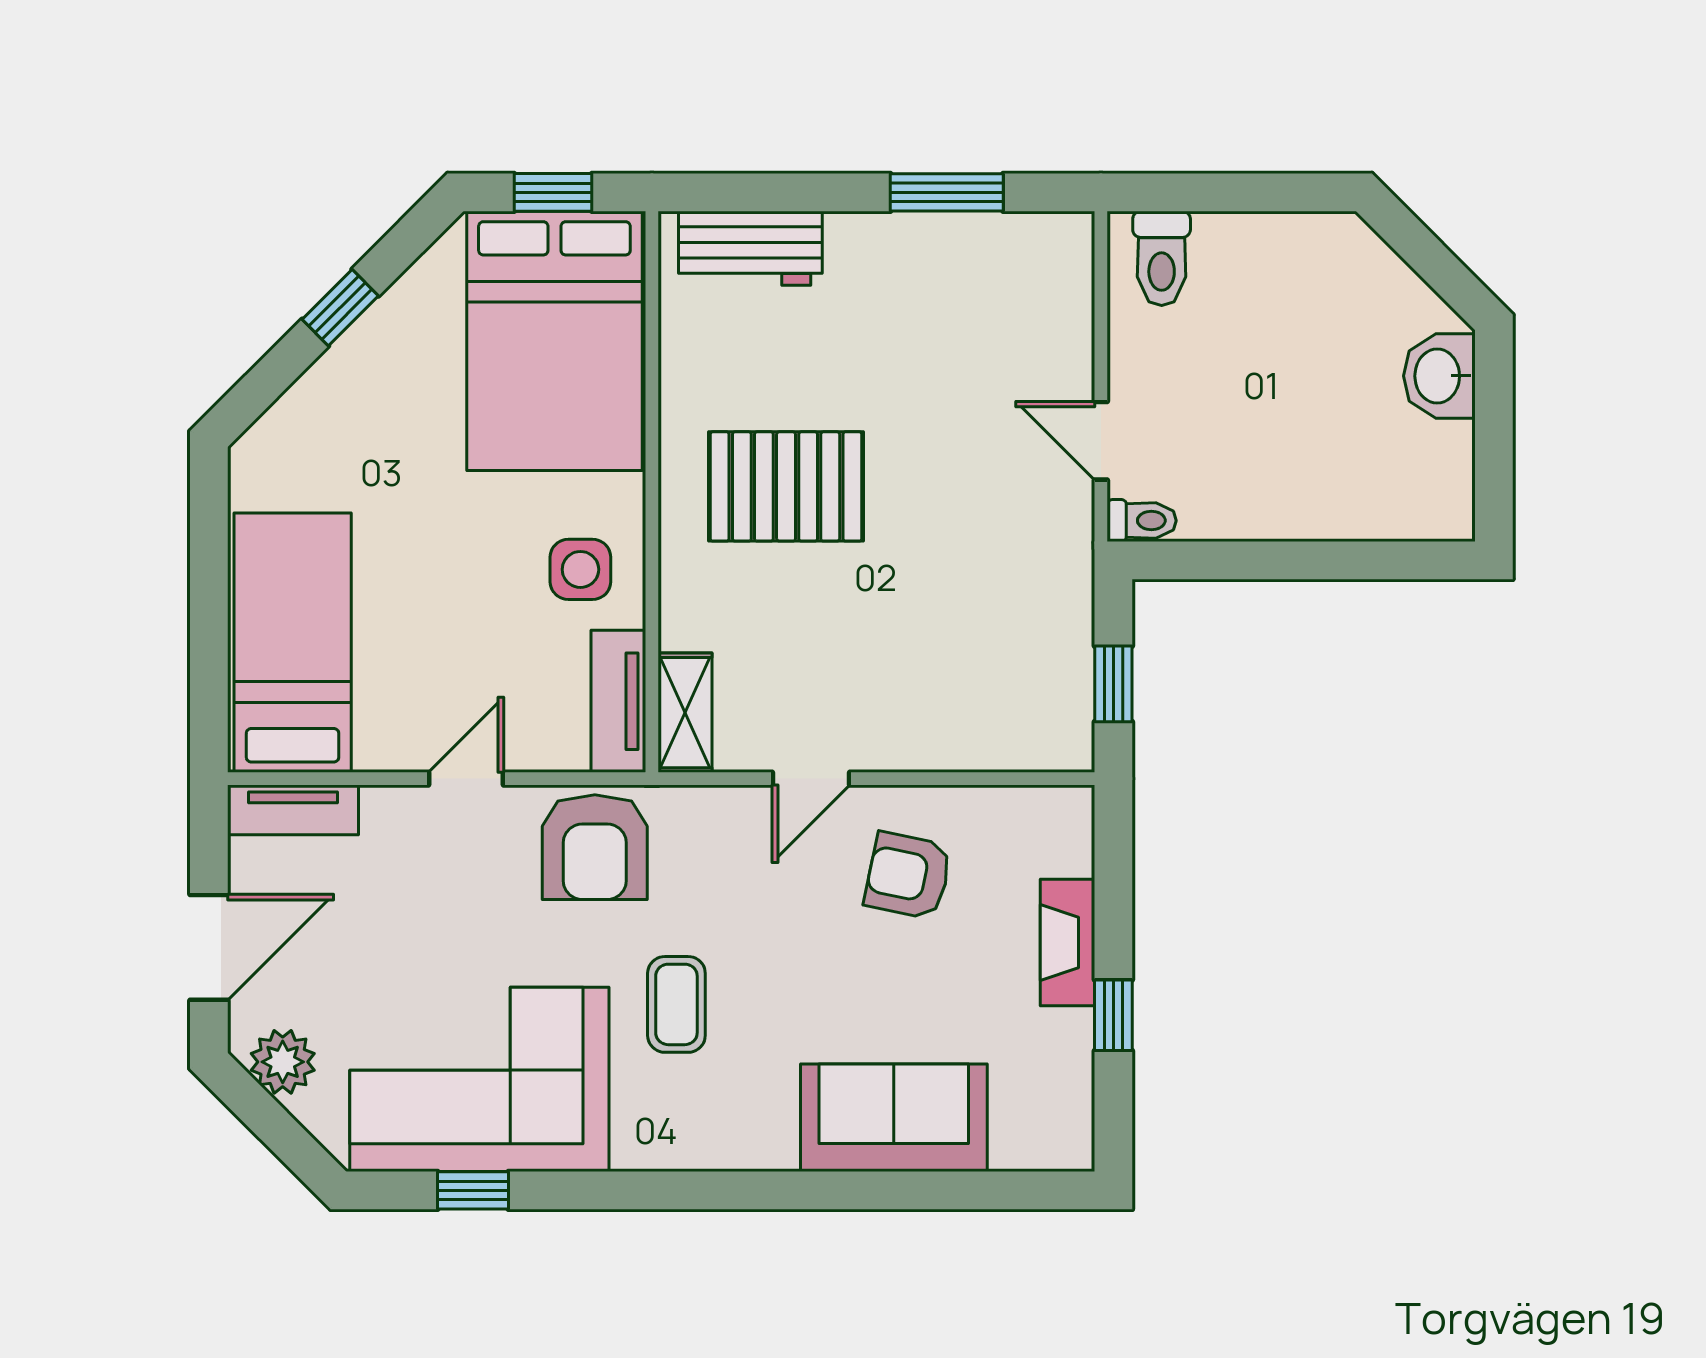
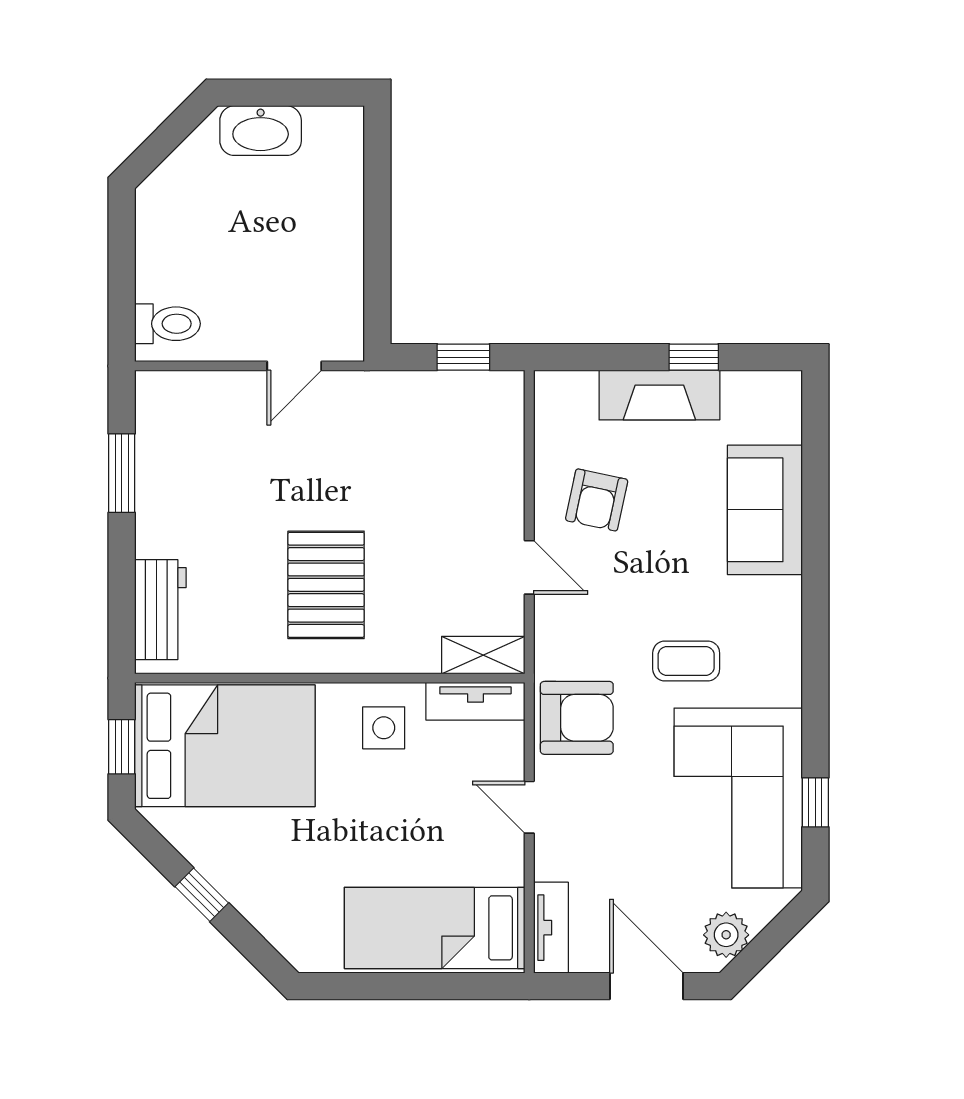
washbasin: (1439, 376) -> (261, 131), width x1.38
toilet: (1142, 521) -> (350, 338), removed
fireplace: (1068, 942) -> (659, 395), width x1.37, depth x1.32

